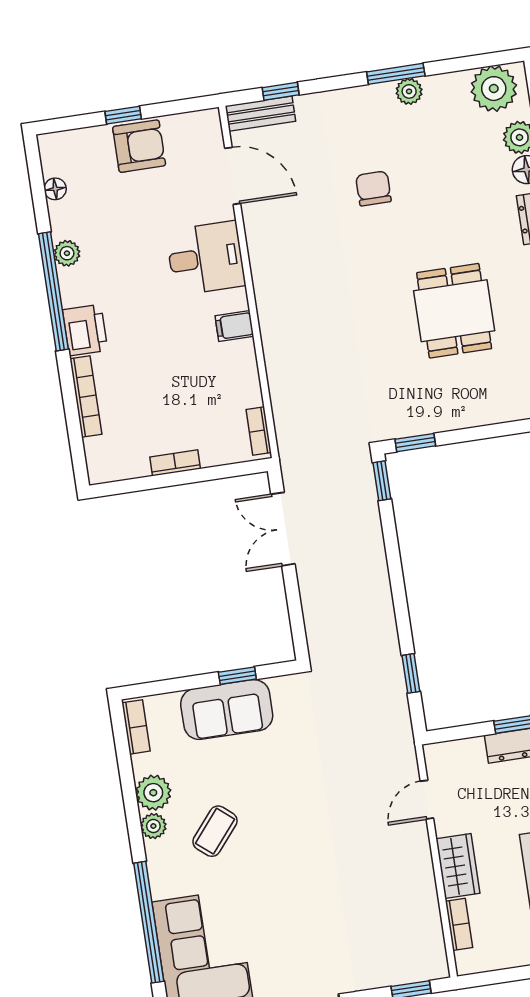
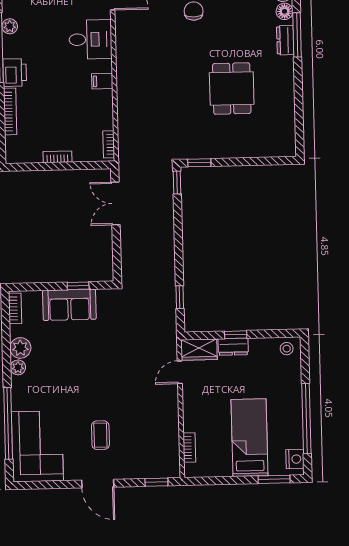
coffee table: (215, 831) -> (100, 435), moved, turned -40
wardrobe: (458, 866) -> (199, 350), moved, turned 90

